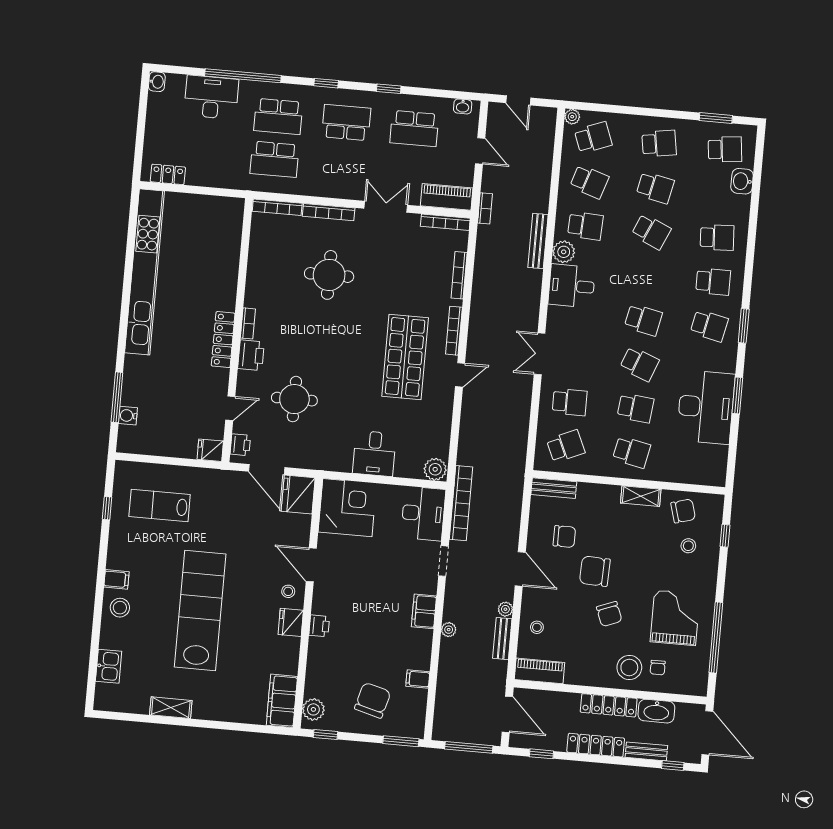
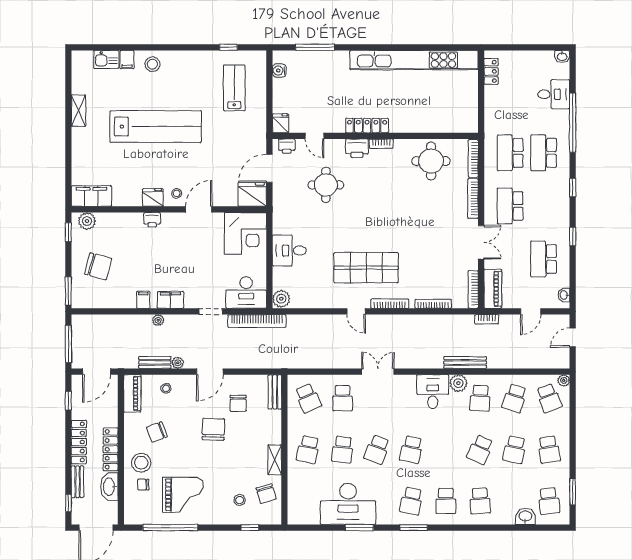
desk: (211, 97) -> (554, 94), width x0.73
school desk: (346, 122) -> (510, 206), moved, turned 180
round table: (329, 275) -> (431, 161), moved
water cooler: (128, 416) -> (279, 71), moved, turned -90
filing cabinet: (116, 579) -> (127, 60), moved
chair: (609, 614) -> (157, 432), moved
filing cabinet: (418, 679) -> (143, 300), moved

